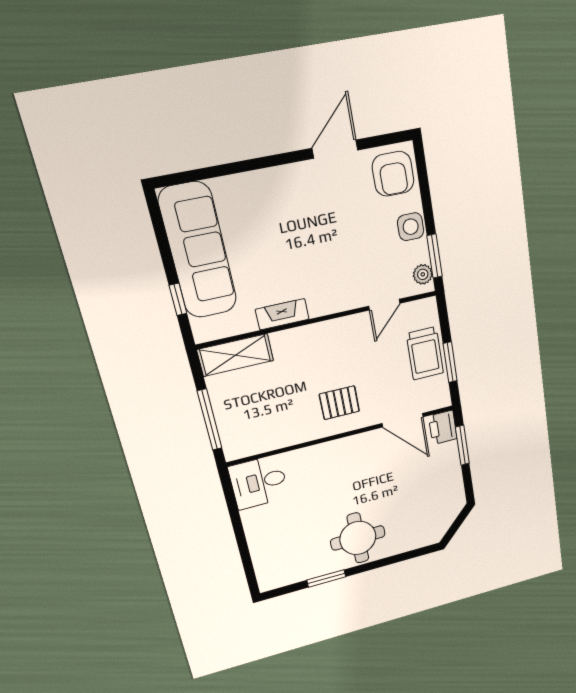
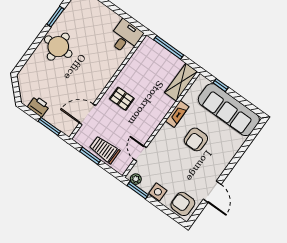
armchair: (289, 252) -> (196, 139), added
pallet: (339, 403) -> (122, 99), turned 90
printer: (443, 427) -> (39, 106), moved

